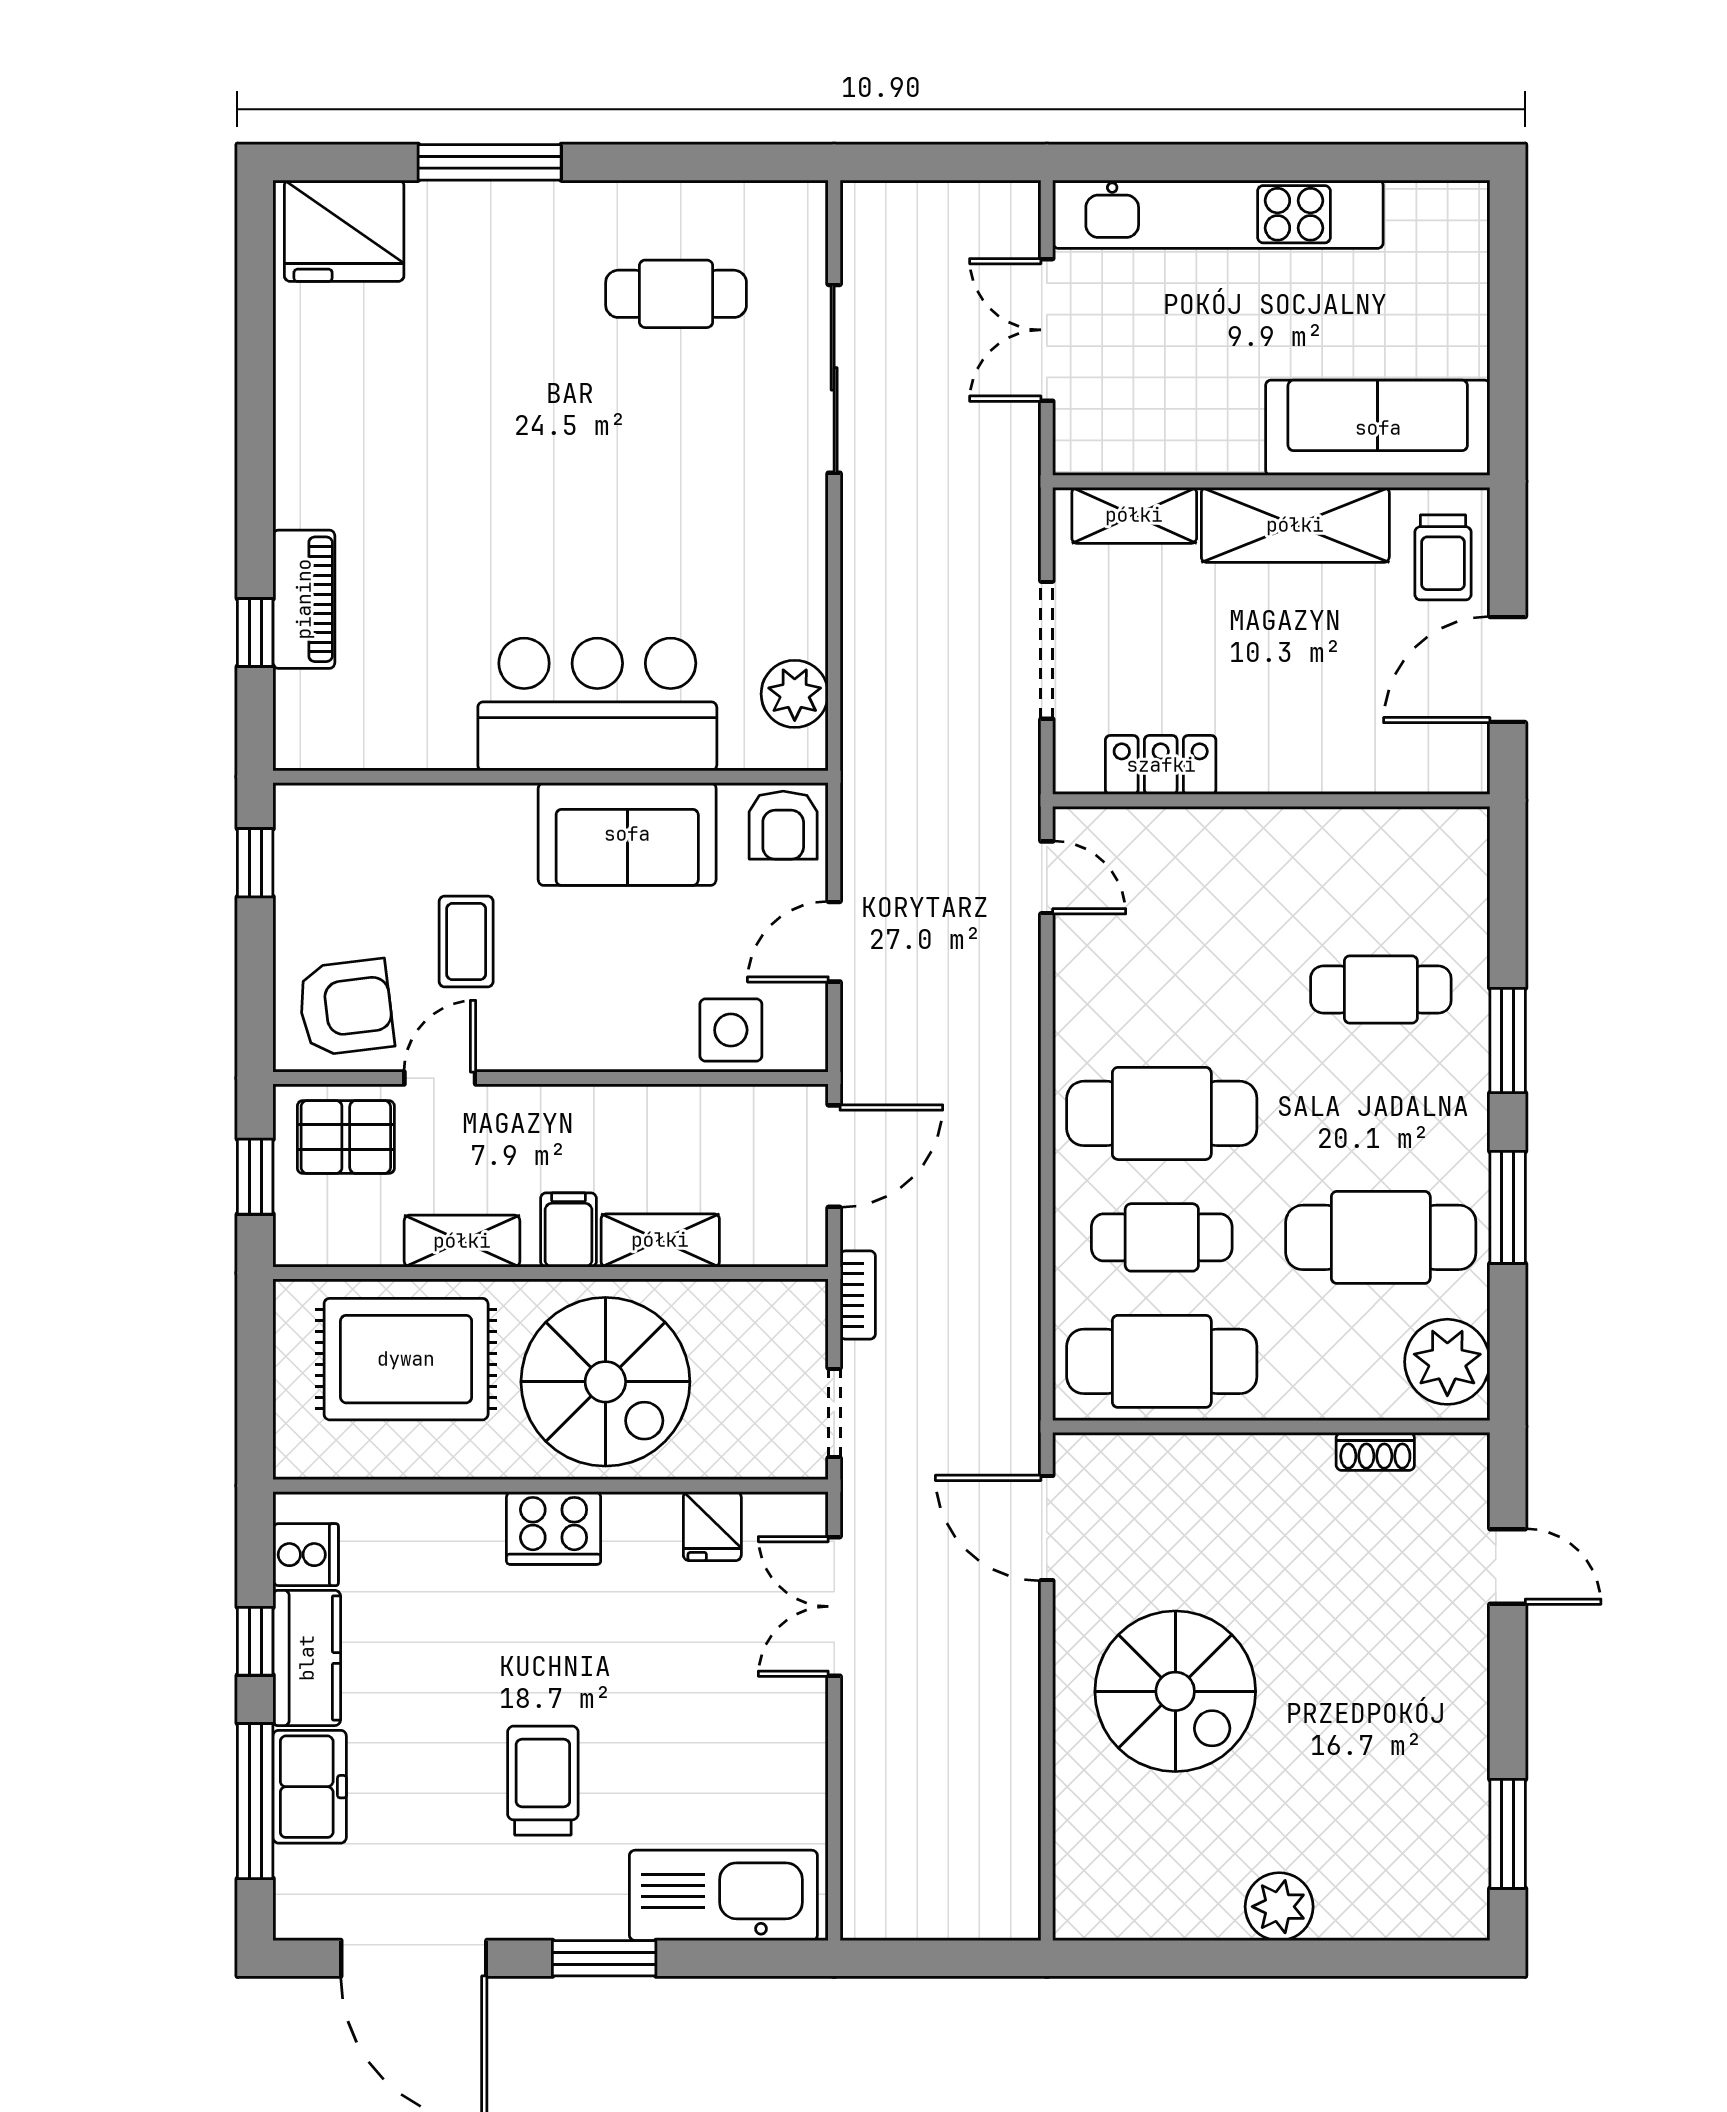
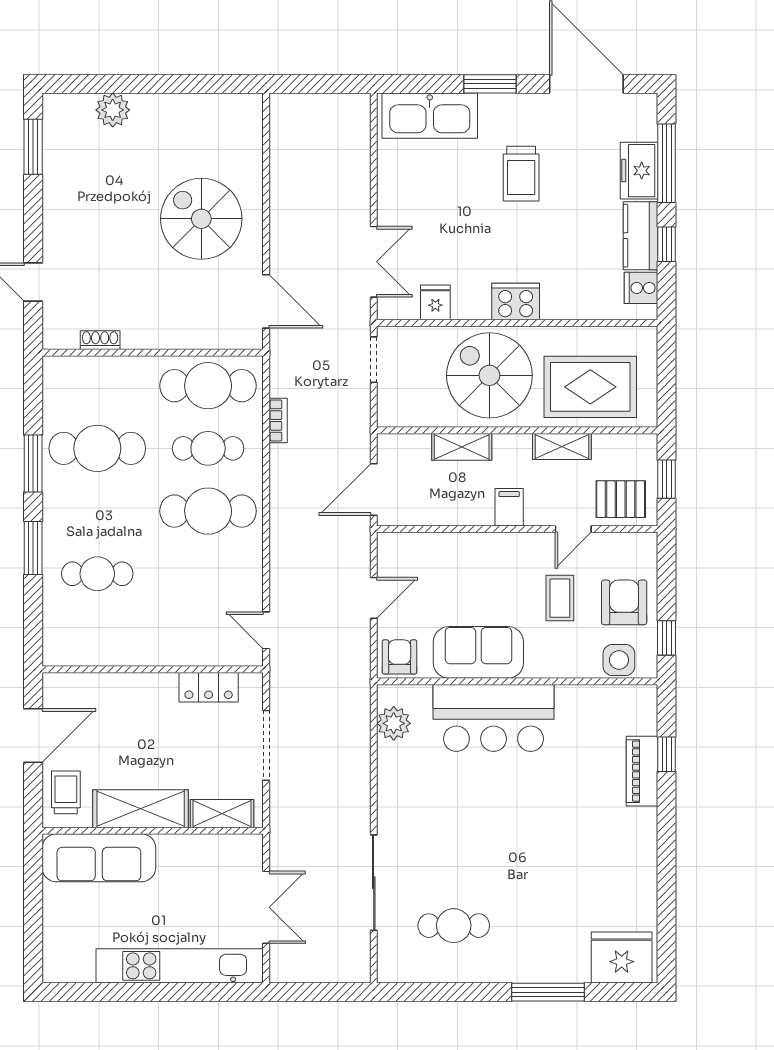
armchair: (346, 1007) -> (624, 602), moved, turned 97
side table: (731, 1030) -> (619, 660), moved
filing cabinet: (568, 1230) -> (509, 507), moved, turned 180
bookcase: (858, 1295) -> (278, 420), moved, turned 180
plant: (1447, 1362) -> (64, 385), removed
plant: (1279, 1907) -> (113, 110), moved

